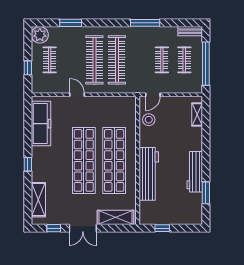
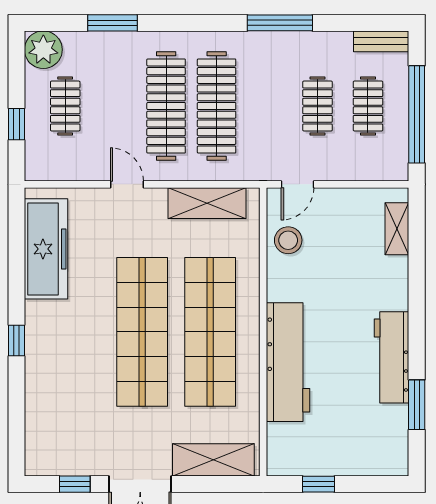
shelving: (38, 200) -> (207, 203), moved, turned 90

